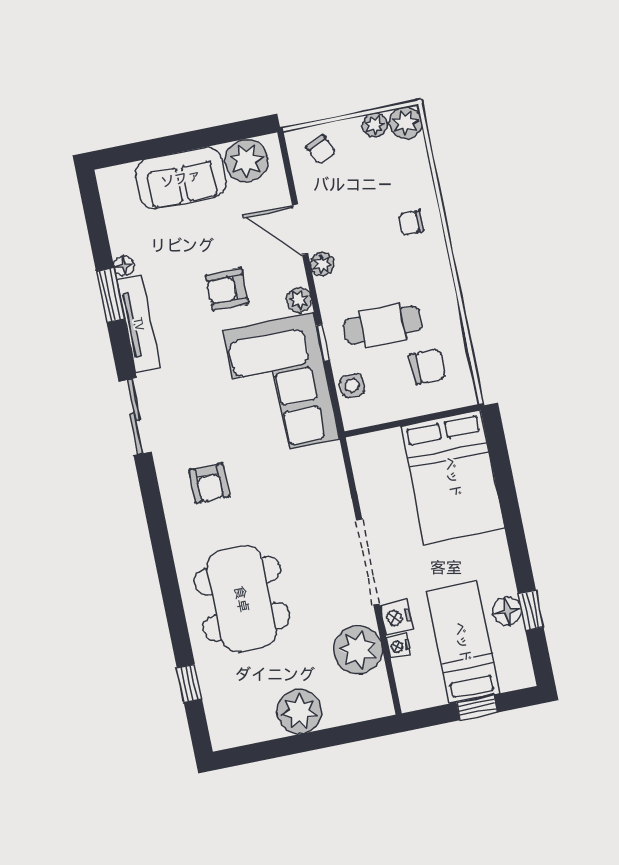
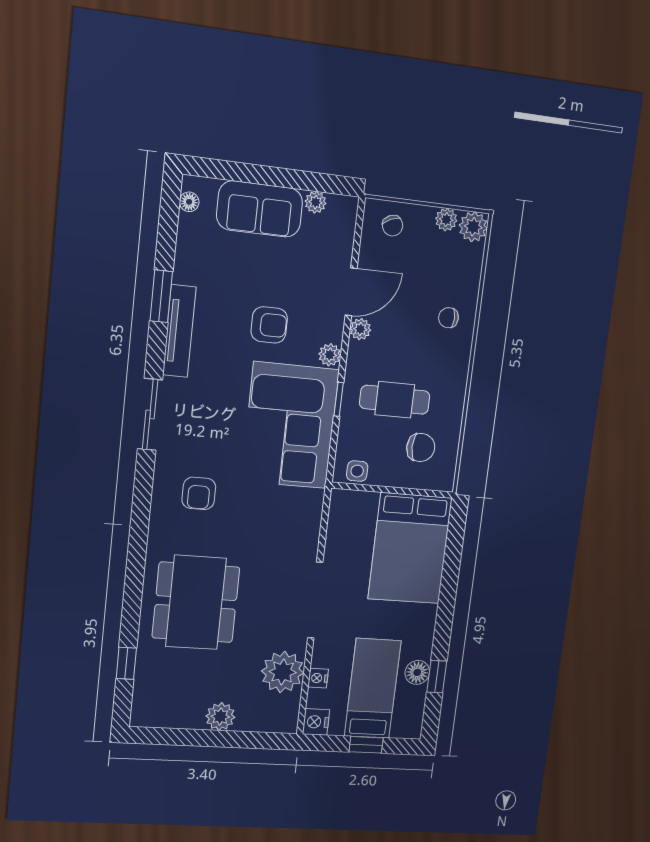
plant: (246, 161) -> (316, 202), width x0.53, depth x0.53
door: (300, 229) -> (351, 292), swing flipped
floor lamp: (124, 266) -> (189, 202), moved
armchair: (227, 289) -> (269, 325), turned 180
side table: (352, 386) -> (357, 471), moved
nightstand: (396, 618) -> (316, 722), moved
plant: (299, 712) -> (220, 717), width x0.73, depth x0.73

